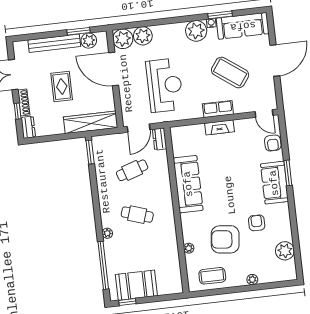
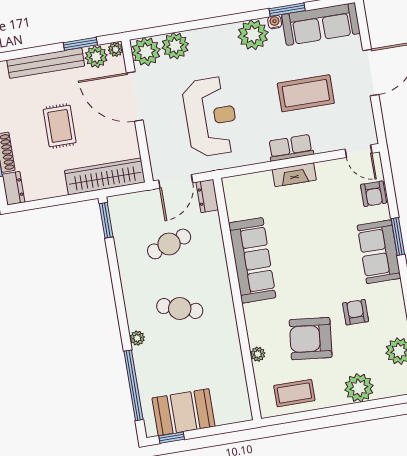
plant: (102, 36) -> (116, 49), added
coffee table: (230, 72) -> (306, 93), turned -36
plant: (252, 280) -> (359, 388), width x1.88, depth x1.88

